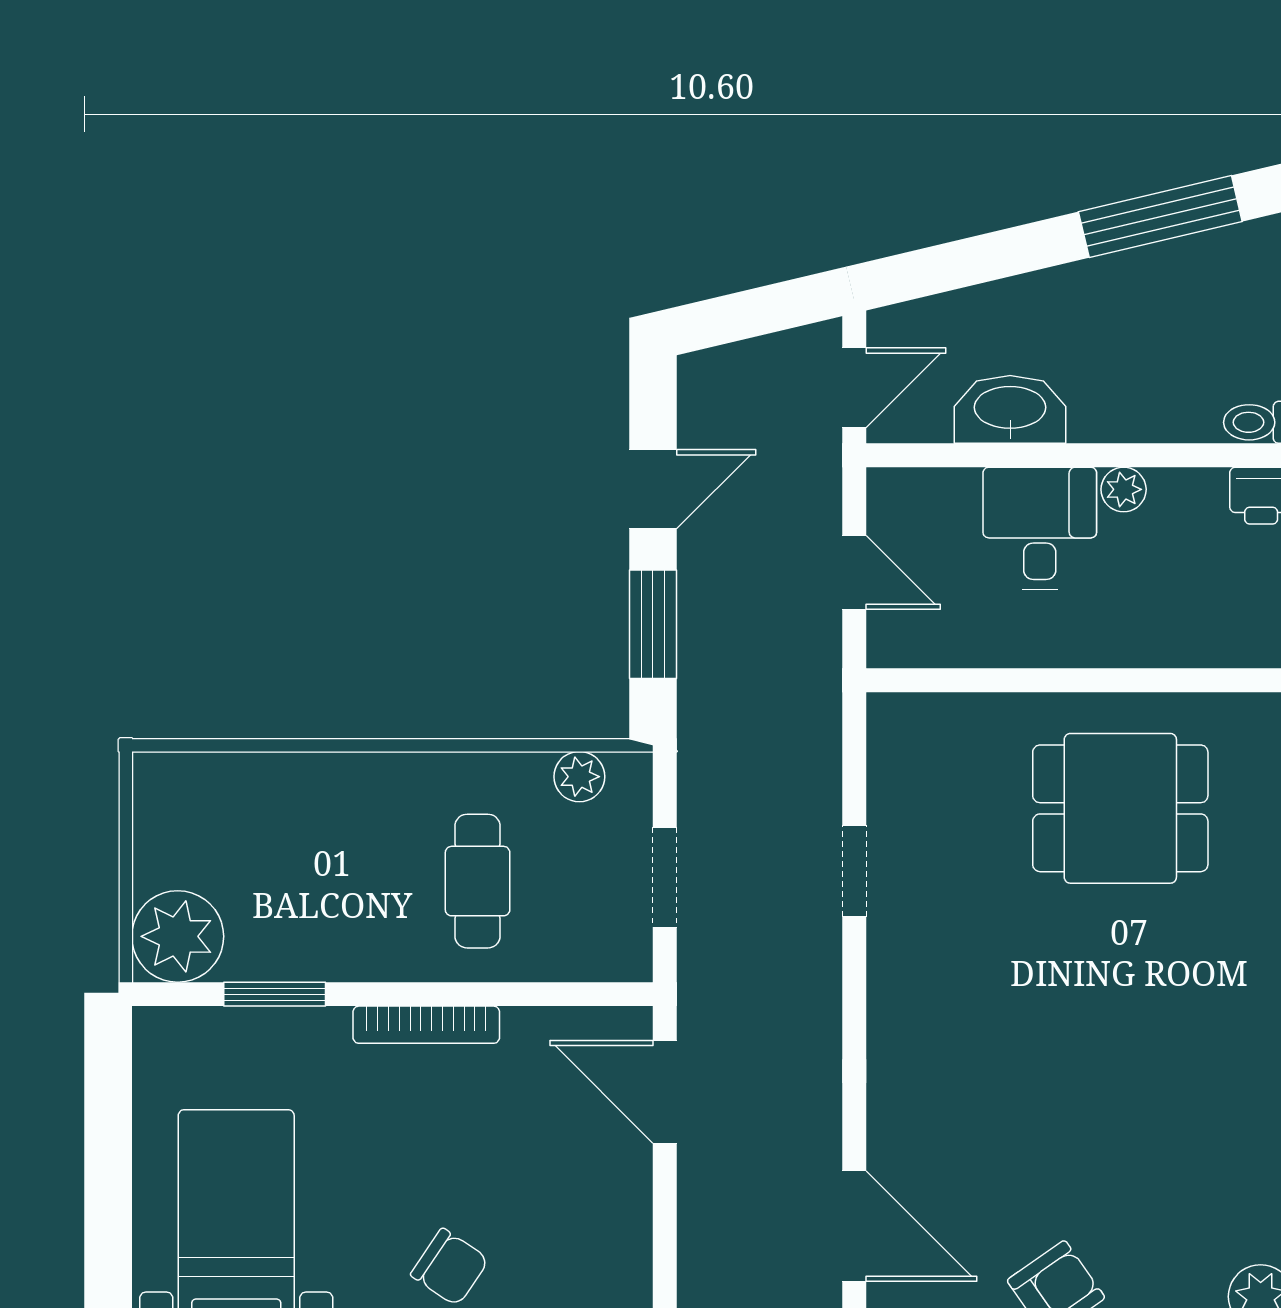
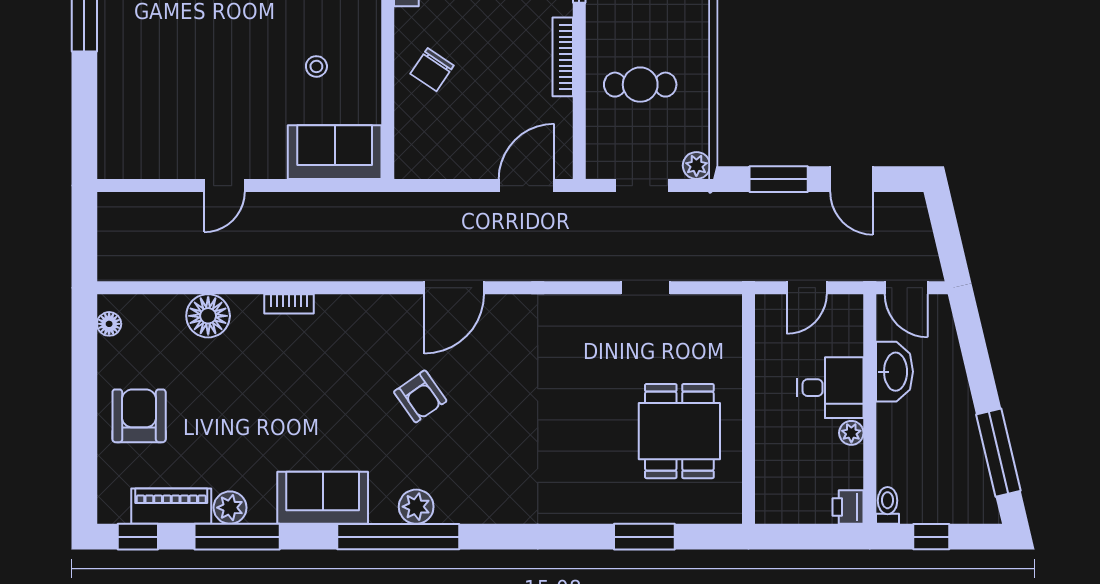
plant: (579, 777) -> (696, 166), moved

